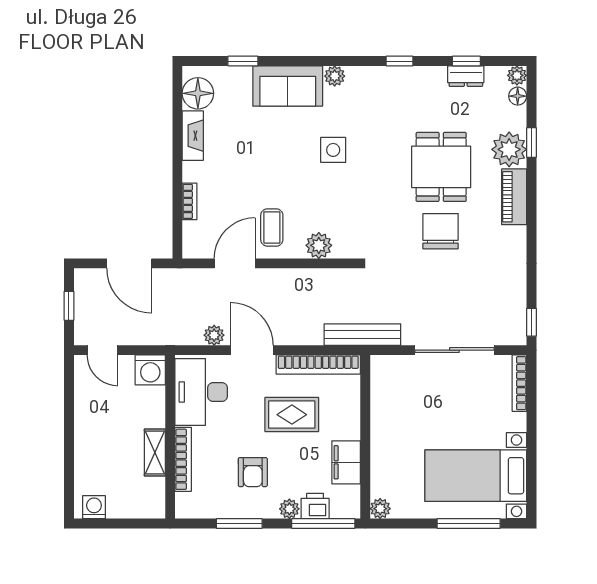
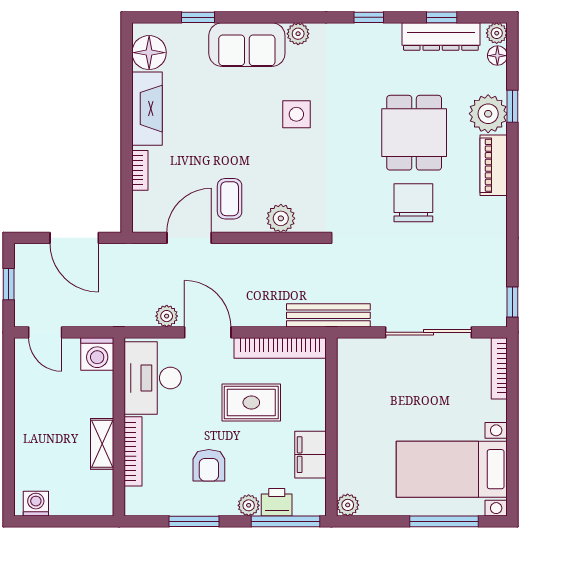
dresser: (466, 76) -> (441, 36), width x1.96, depth x1.24
fireplace: (193, 136) -> (147, 109), width x1.37, depth x1.32

